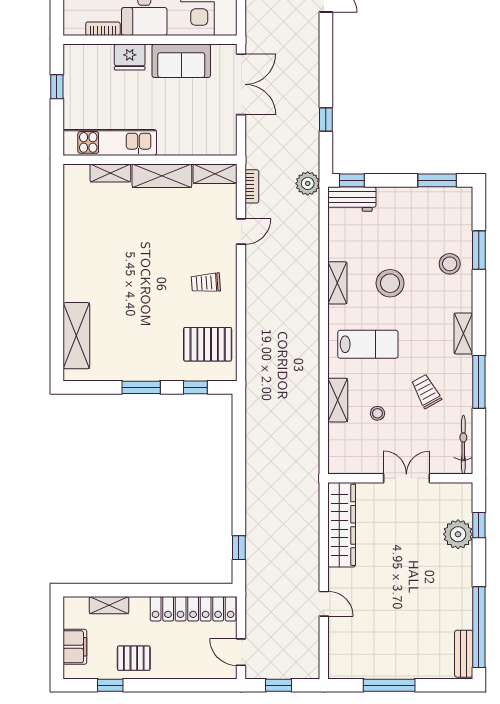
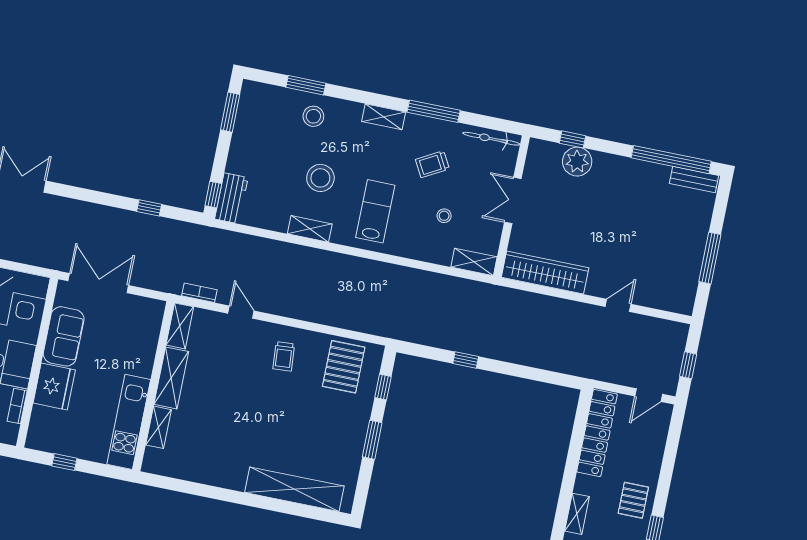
fridge: (130, 57) -> (54, 387), width x1.36, depth x1.34
plant: (308, 183) -> (208, 238), removed
shelving: (76, 336) -> (294, 489), width x1.47
shelving: (338, 400) -> (474, 262), moved
window: (239, 548) -> (466, 360), moved

